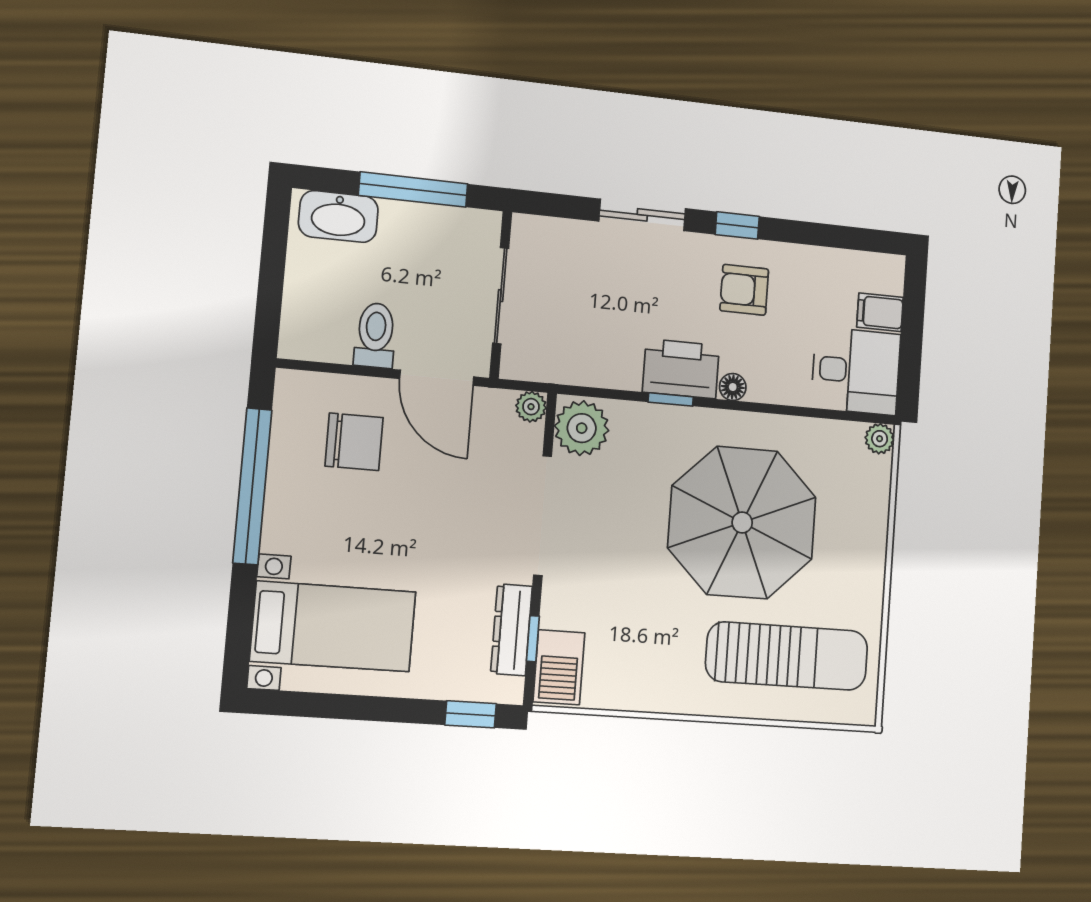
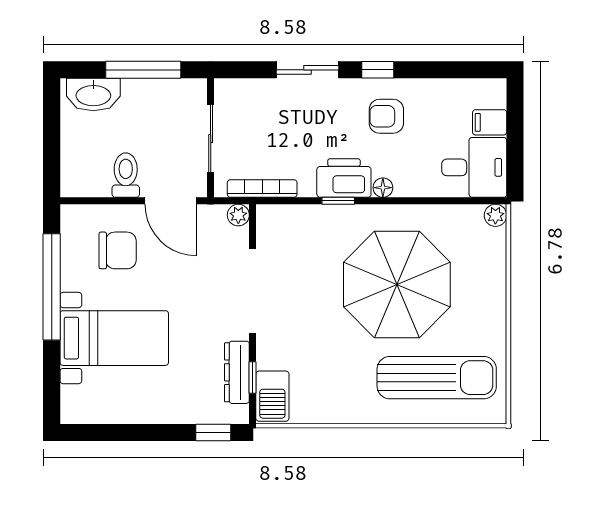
bookcase: (567, 373) -> (262, 189), added
plant: (582, 428) -> (275, 227), removed
bed with nightstands: (333, 626) -> (114, 338), moved

